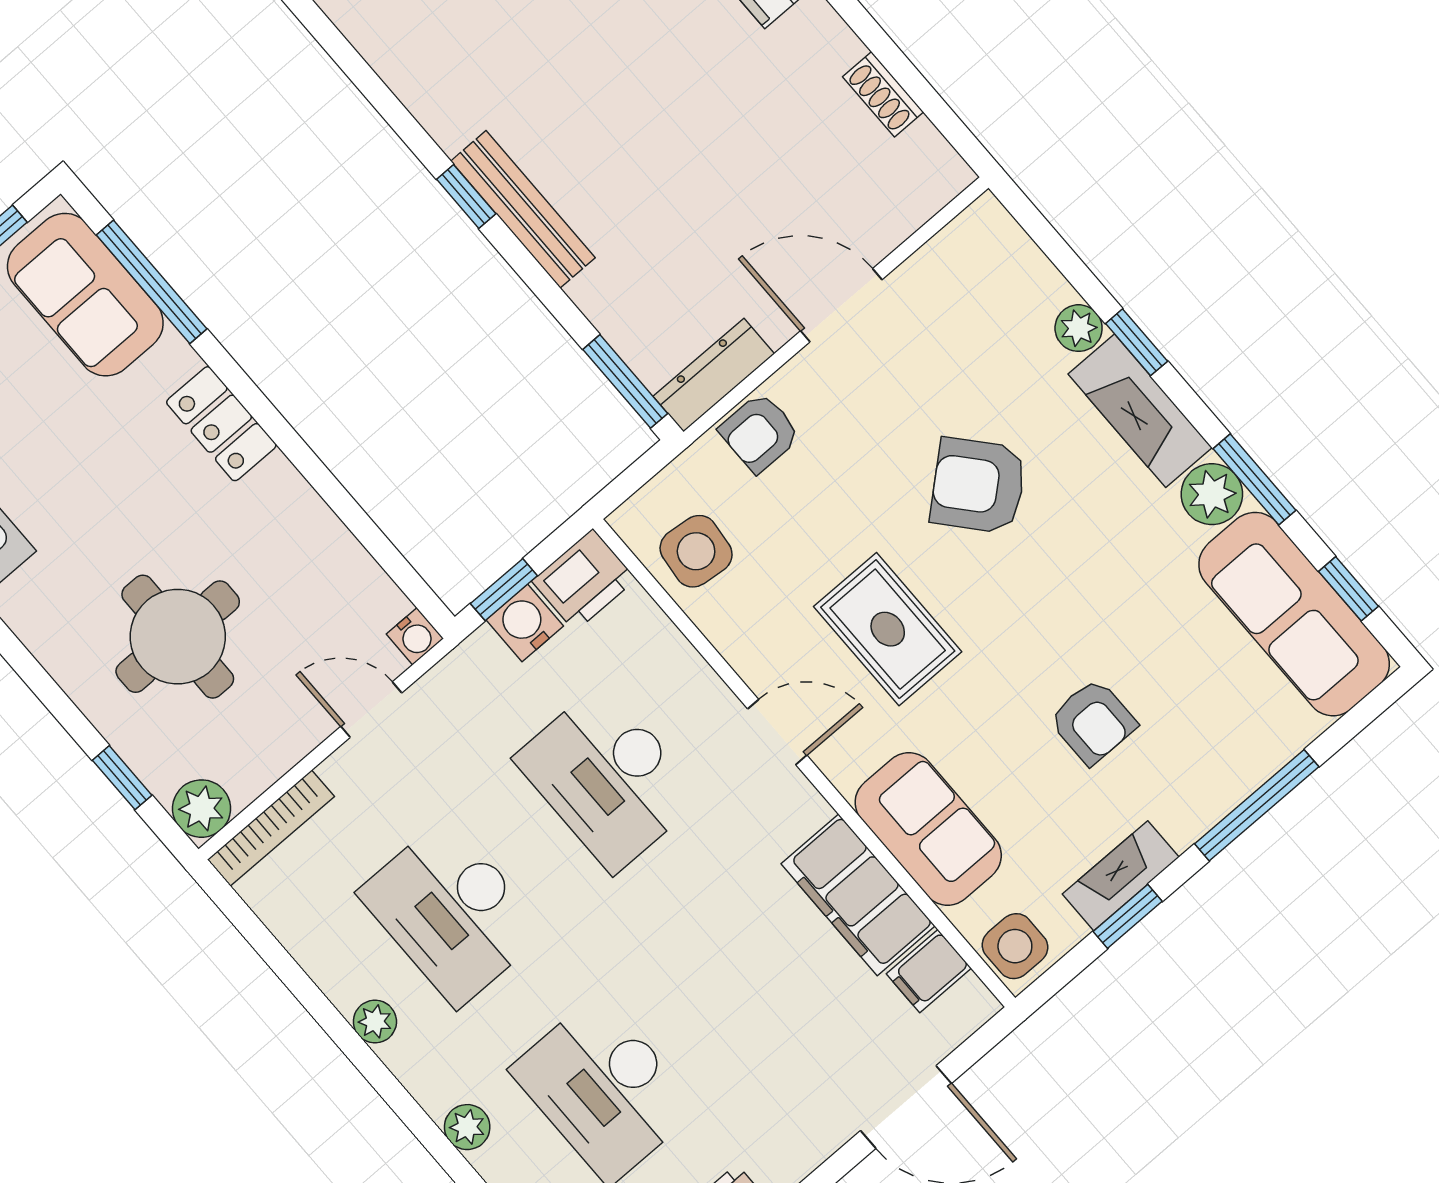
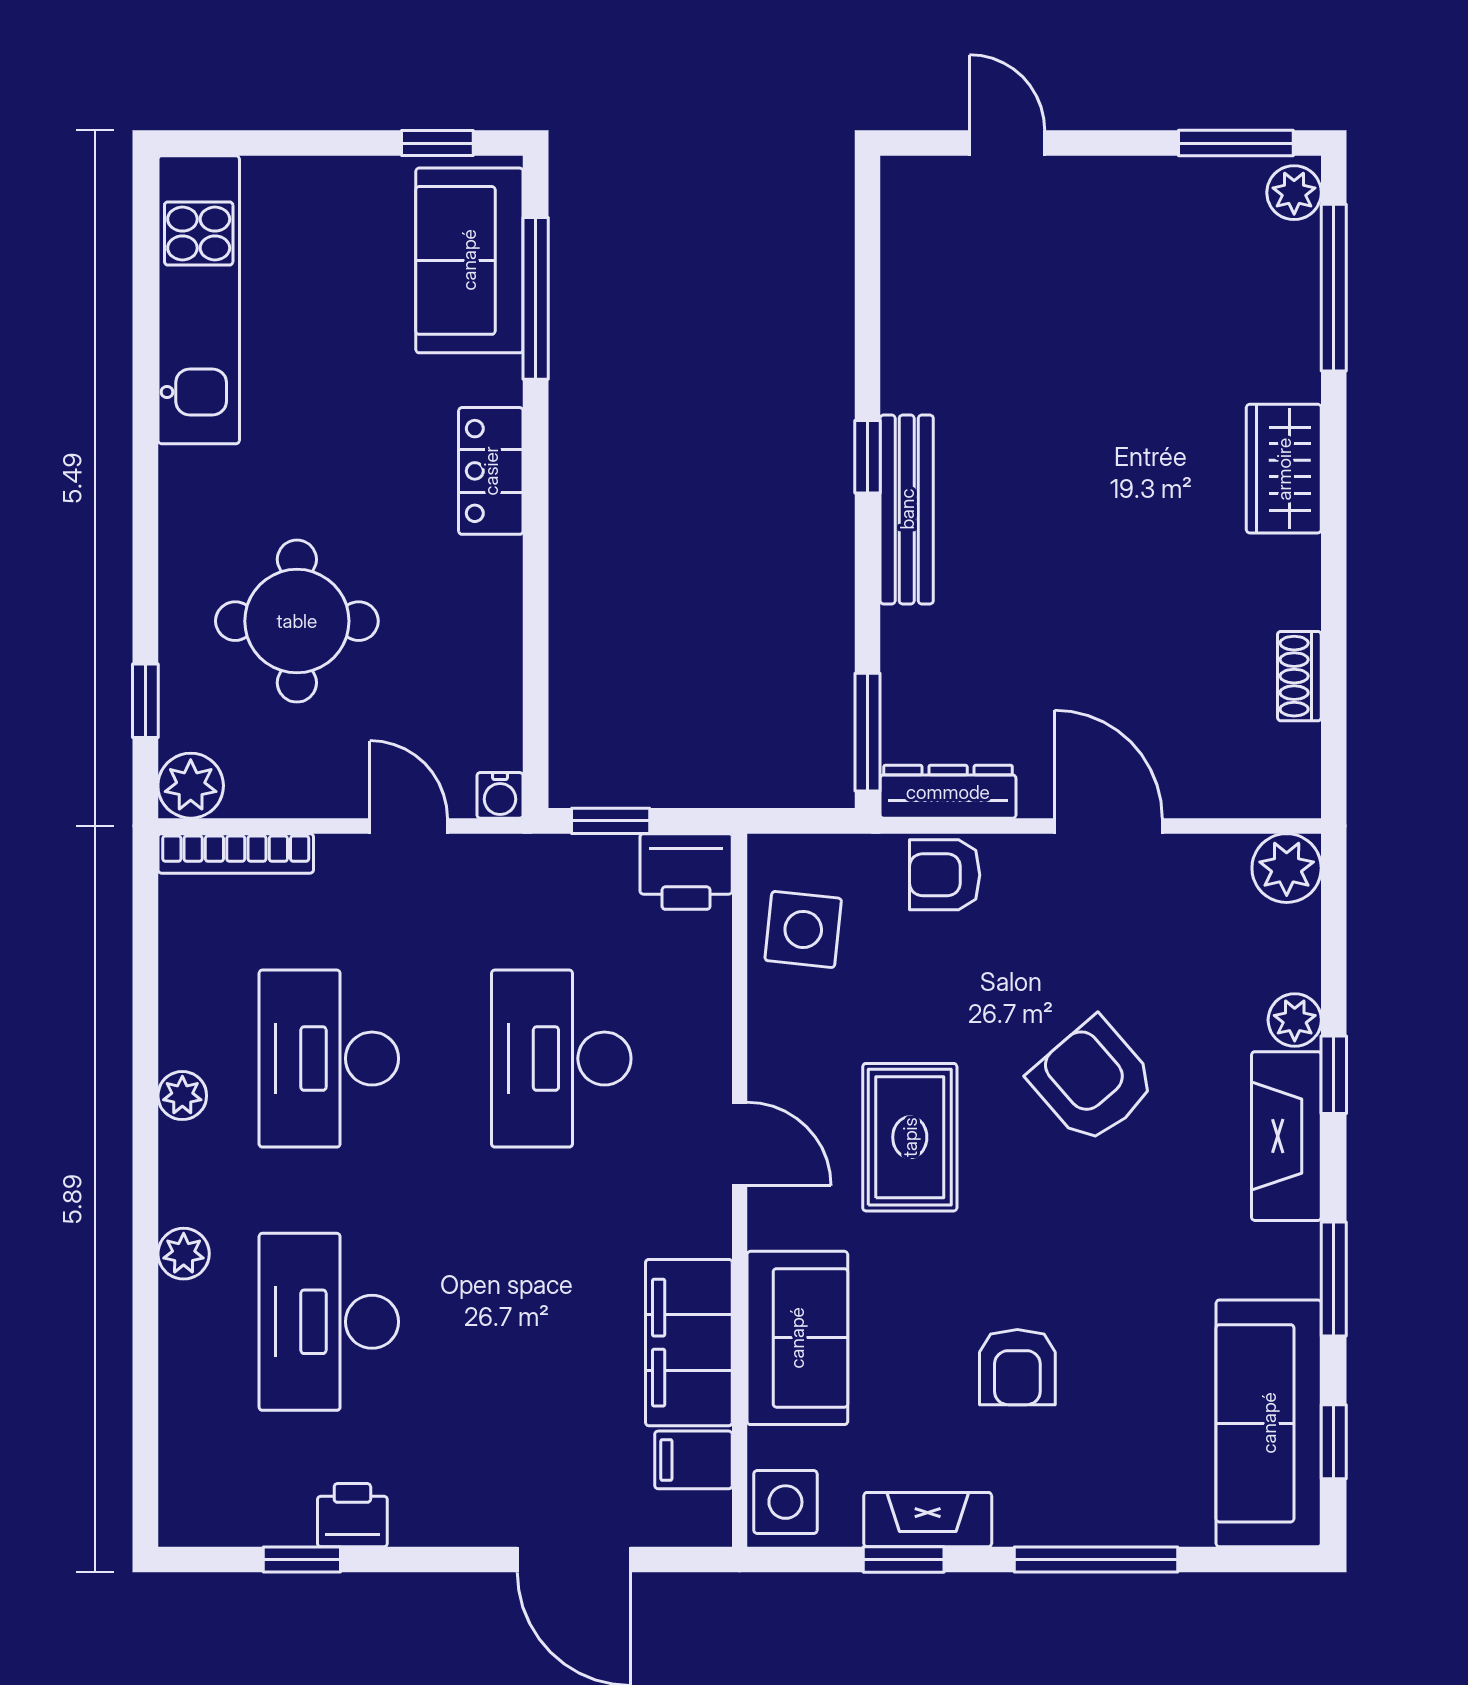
plant: (1212, 494) -> (1287, 868), moved
water cooler: (525, 623) -> (604, 865), removed

